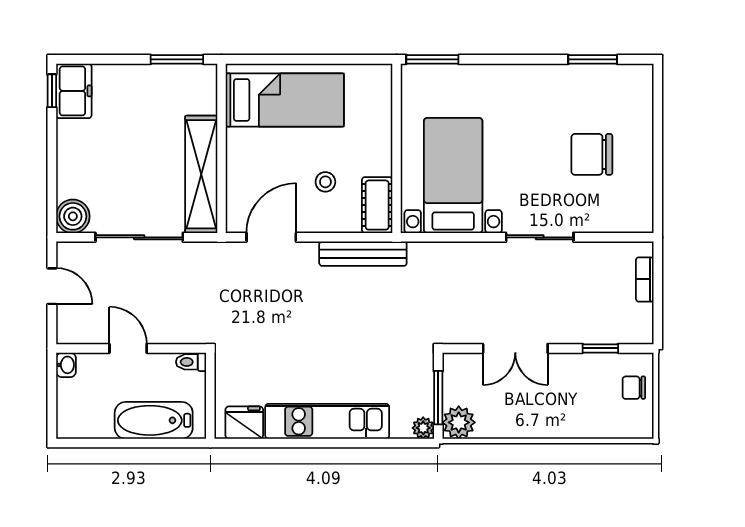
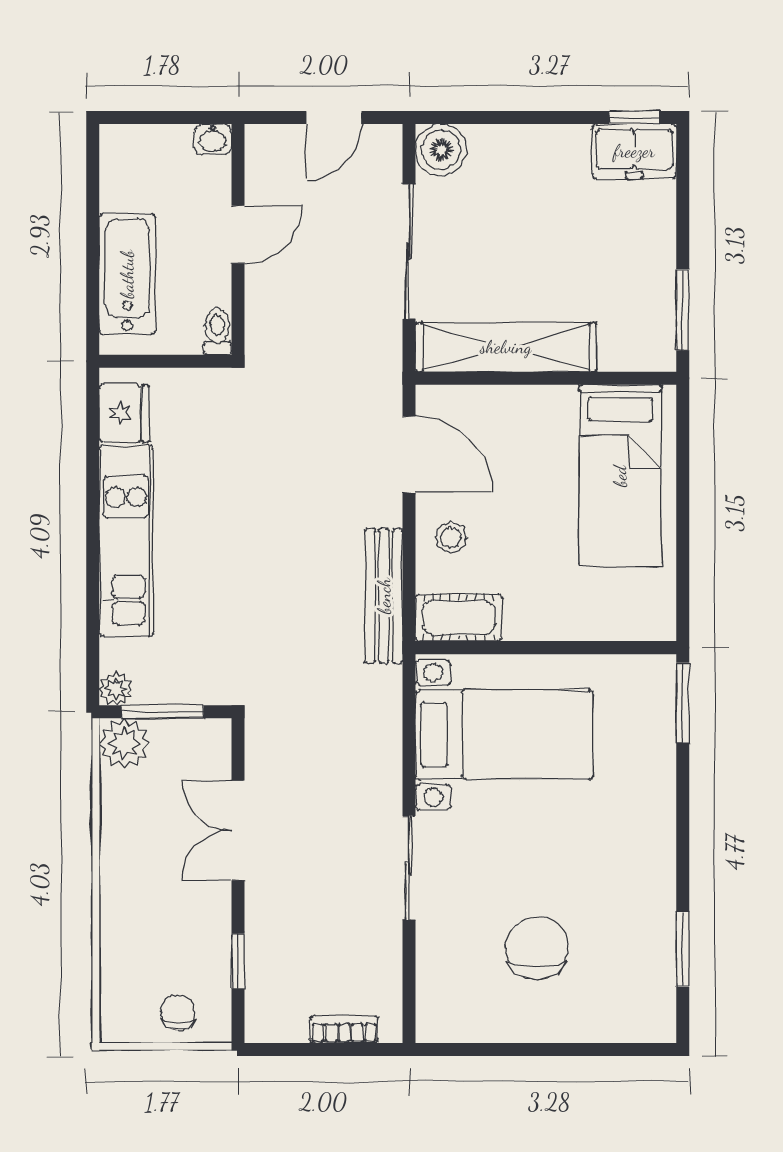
stool: (325, 182) -> (451, 537), moved

